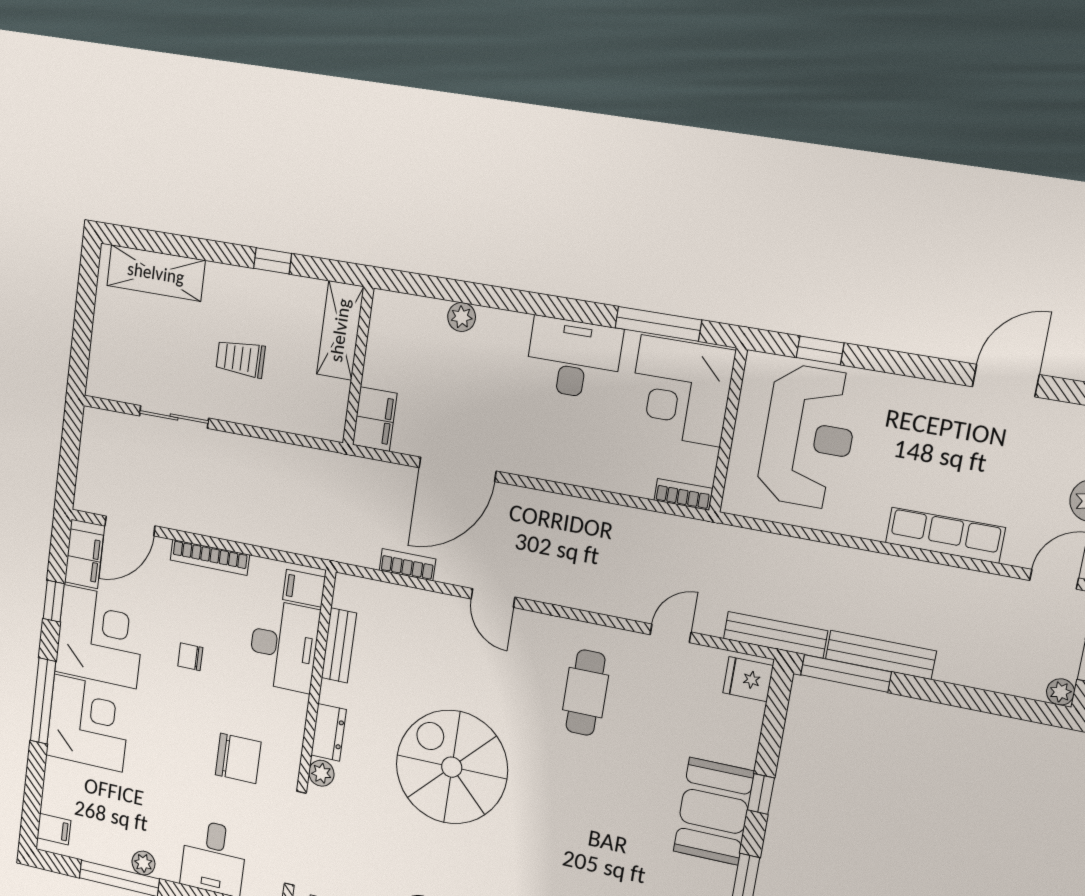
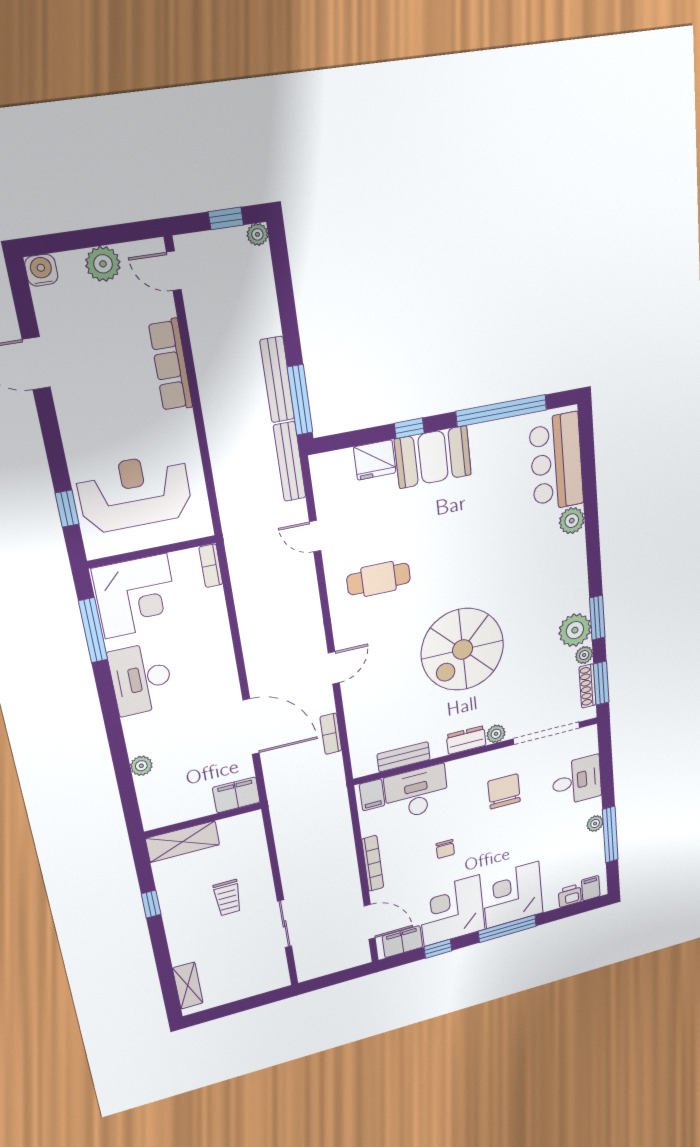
shelving: (156, 273) -> (188, 986), width x0.67, depth x0.75
fridge: (748, 679) -> (375, 460), moved, width x1.38
printer: (55, 798) -> (570, 896), added

